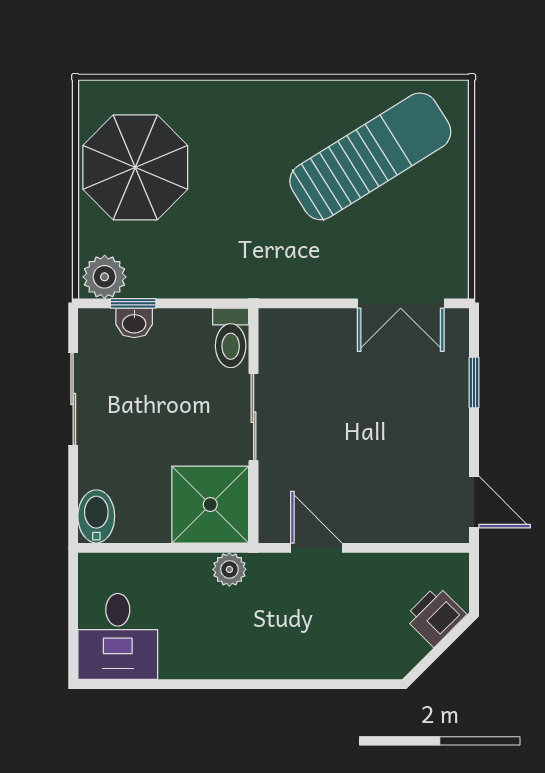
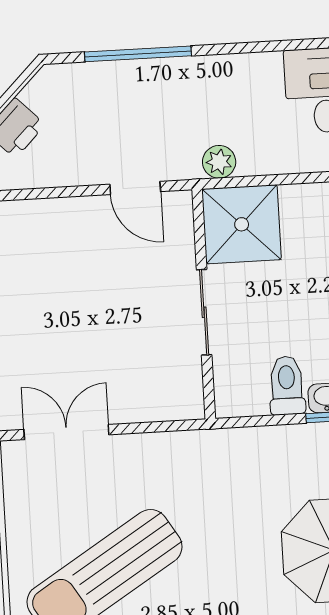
toilet: (231, 338) -> (287, 385), moved
window: (306, 684) -> (138, 54), added

